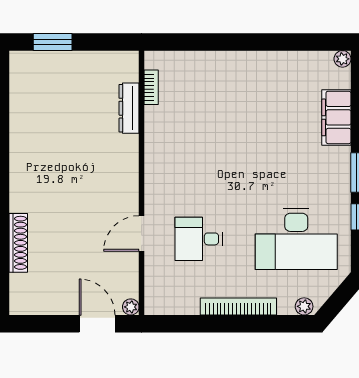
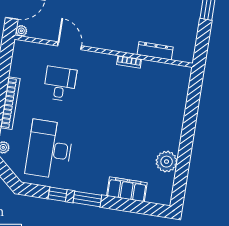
plant: (343, 59) -> (167, 162), moved, width x1.87, depth x1.87
bookcase: (151, 87) -> (129, 62), moved

